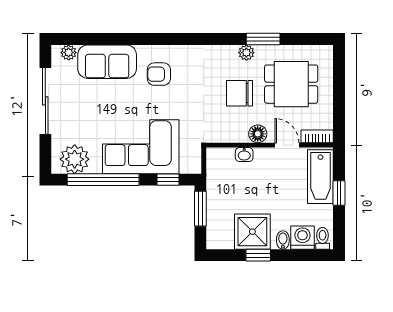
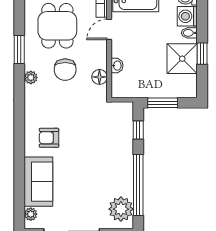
plant: (246, 53) -> (31, 77), moved
armchair: (159, 74) -> (49, 138), turned 90
floor lamp: (258, 134) -> (99, 77), moved
corner sofa: (141, 147) -> (110, 153), removed

